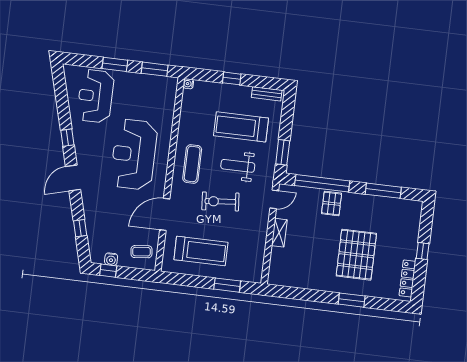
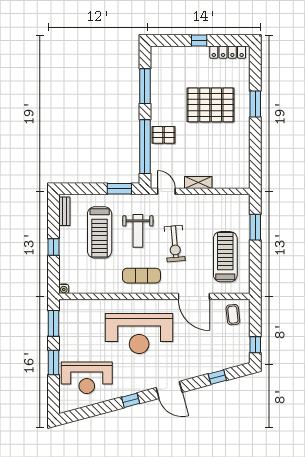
water cooler: (111, 259) -> (244, 343), removed

